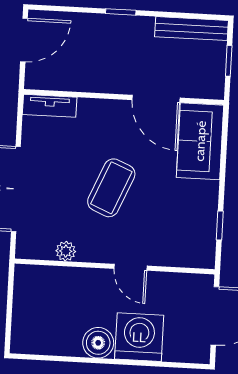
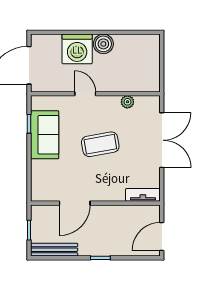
door: (156, 99) -> (75, 203), swing flipped
sofa: (200, 141) -> (45, 135), moved
coffee table: (111, 188) -> (100, 144), turned 57

